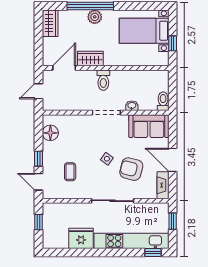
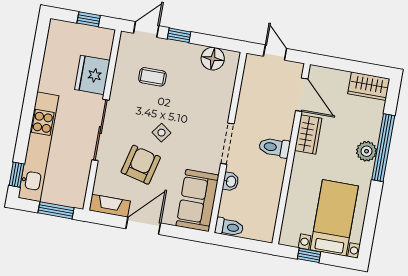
window: (173, 221) -> (56, 210), width x1.50
fridge: (81, 238) -> (92, 75), moved, turned 180

